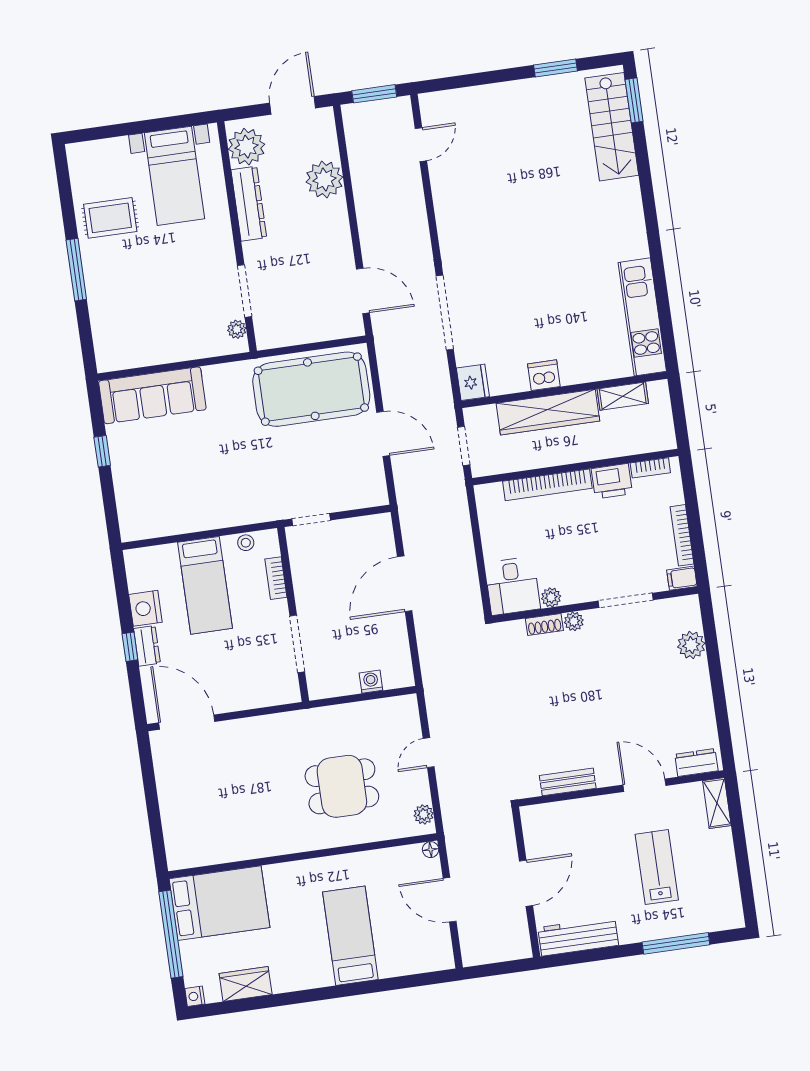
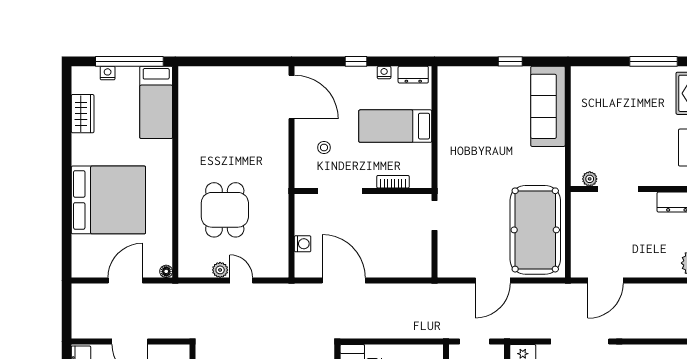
stool: (246, 543) -> (324, 147), moved
door: (405, 584) -> (344, 281), moved
nightstand: (145, 608) -> (384, 73), width x0.53, depth x0.56
dresser: (147, 646) -> (413, 75), moved
door: (187, 722) -> (292, 97), hinge flipped
plant: (424, 814) -> (220, 270), moved
bed: (219, 903) -> (156, 102), width x0.67
bed: (350, 936) -> (108, 200), width x2.04
nightstand: (195, 996) -> (108, 73), moved

